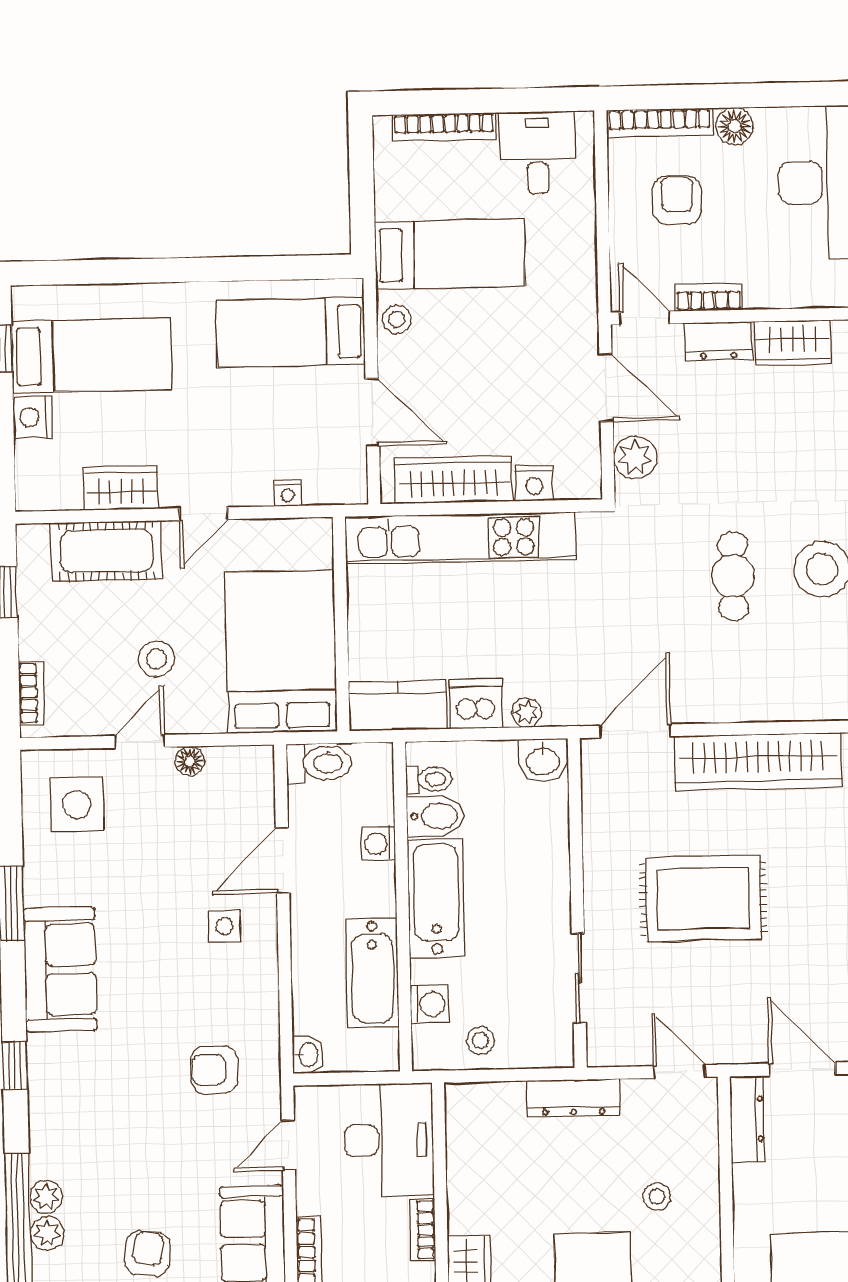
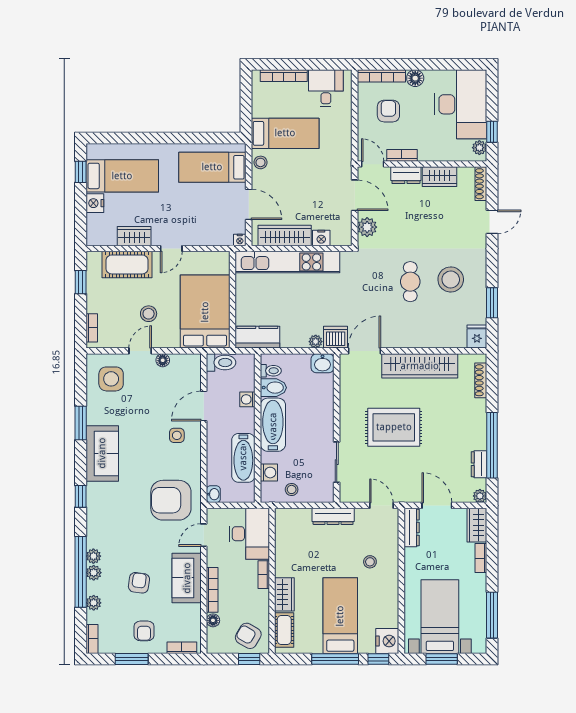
nightstand: (288, 493) -> (240, 240), moved
dishwasher: (476, 704) -> (336, 337), moved
armchair: (214, 1070) -> (171, 500), width x1.88, depth x1.88

